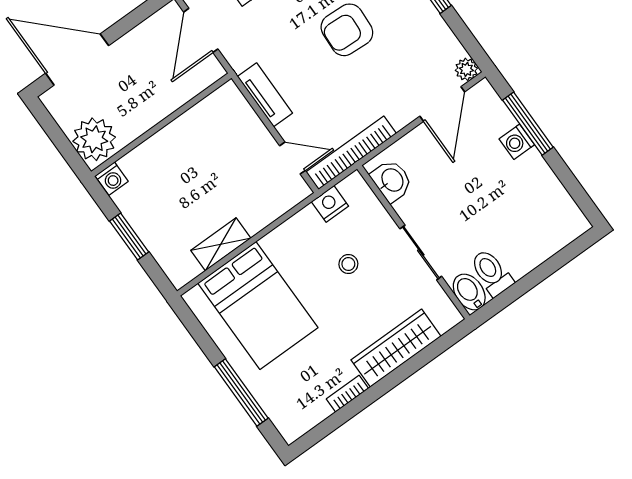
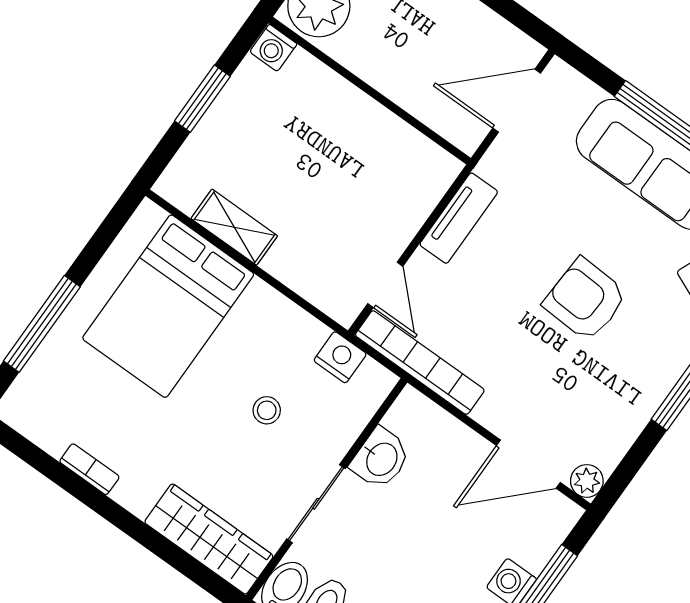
washbasin: (392, 181) -> (381, 459), moved
wardrobe: (396, 348) -> (209, 539), moved

